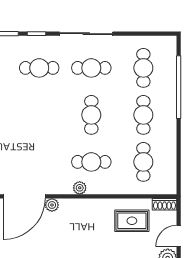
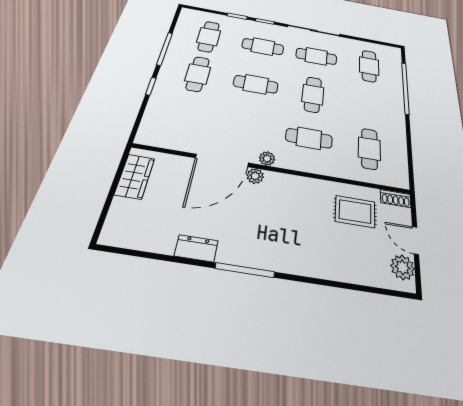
cafe table: (143, 115) -> (256, 84), moved, turned 90
plant: (80, 188) -> (267, 158), moved
door: (179, 236) -> (415, 240), hinge flipped

